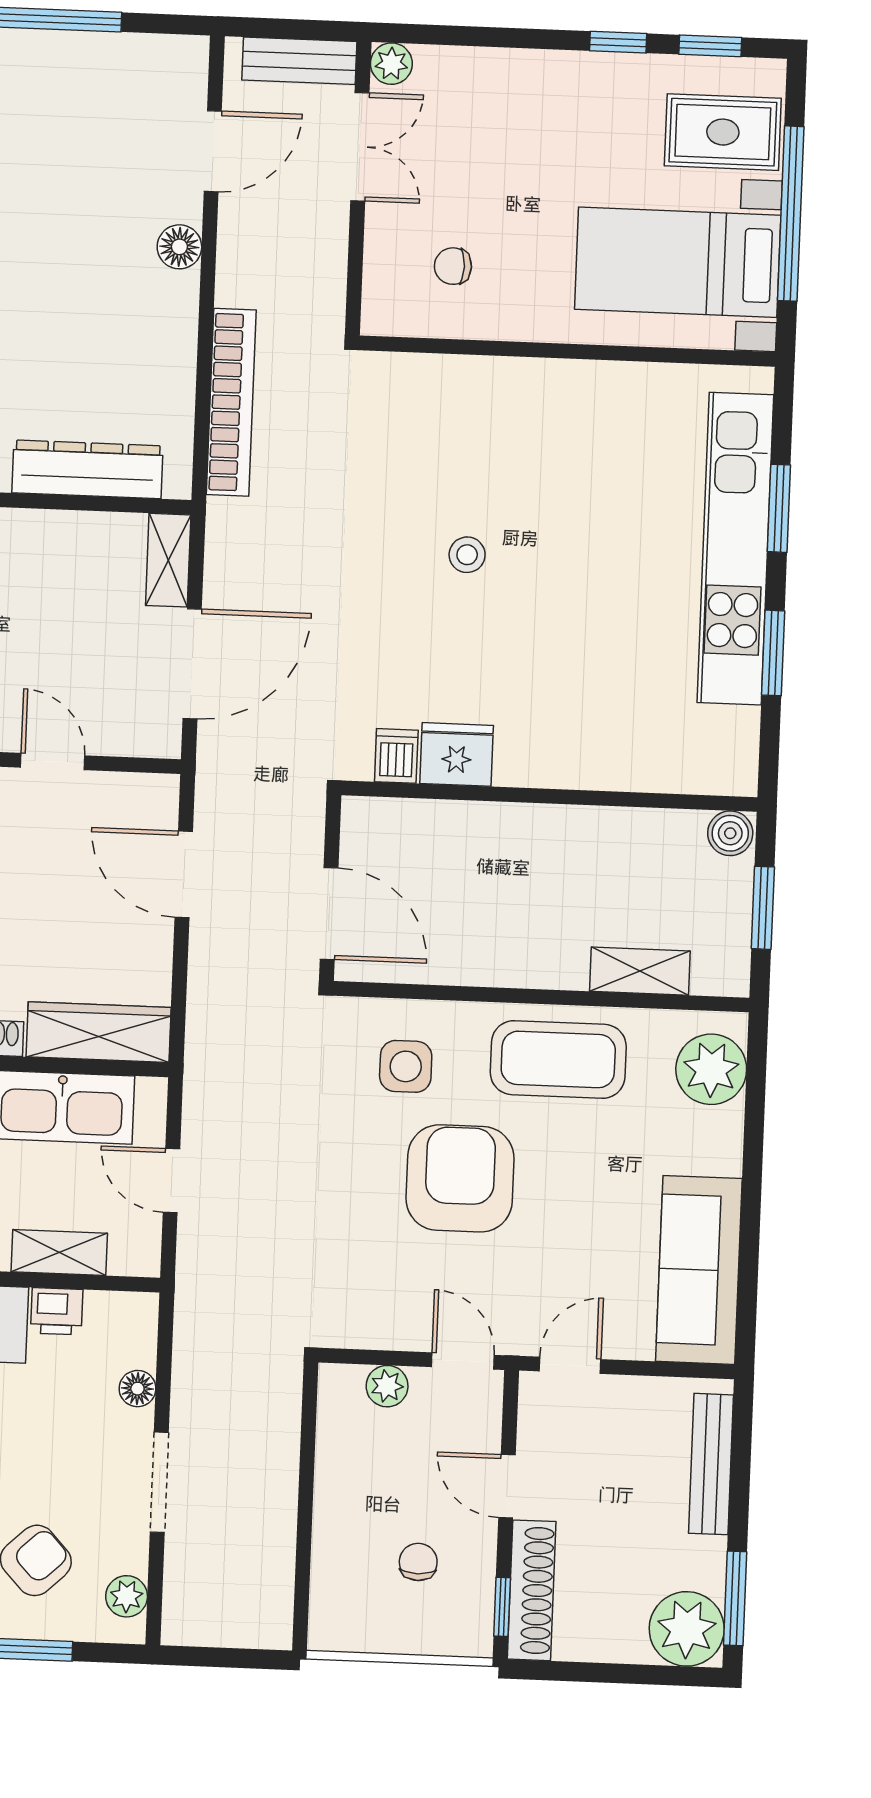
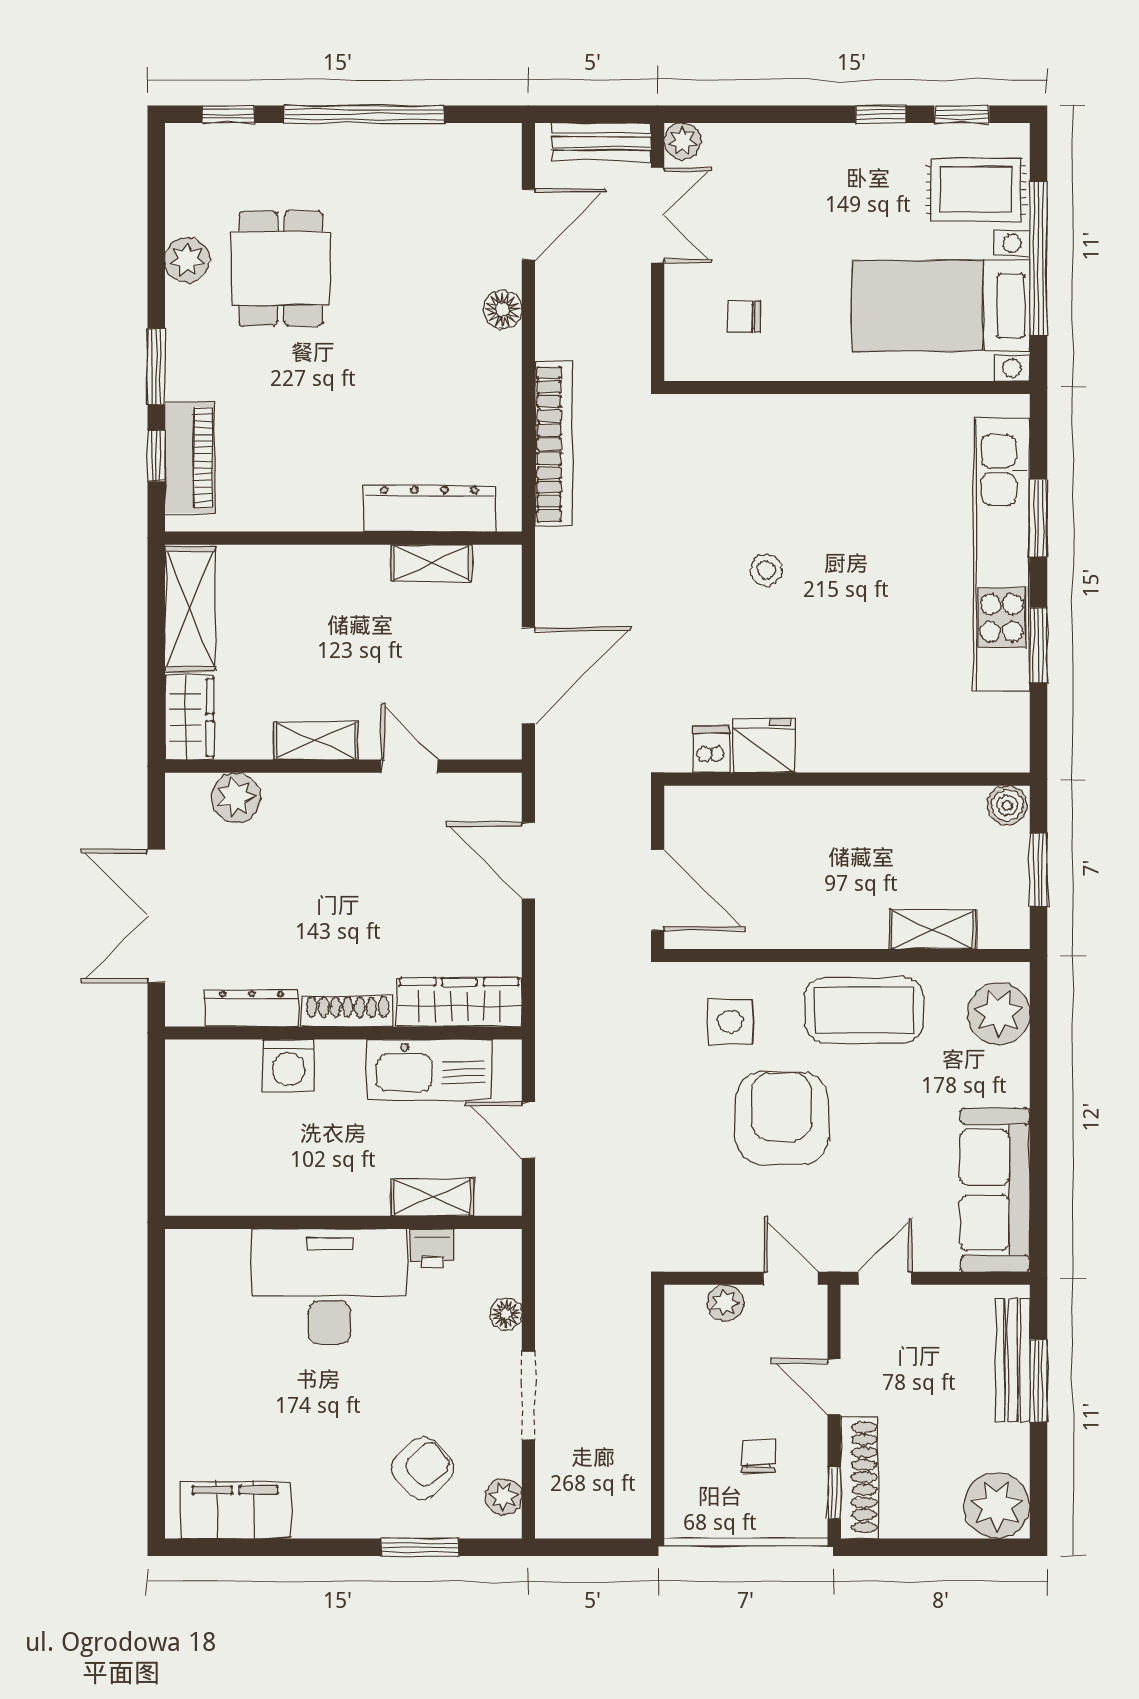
shelving: (168, 560) -> (431, 563), moved, turned 90
window: (735, 1598) -> (1038, 1381), moved

